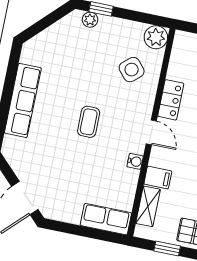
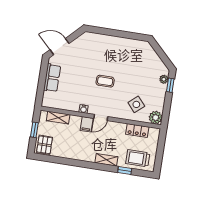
row of seats: (23, 100) -> (116, 43), removed
locker: (171, 100) -> (137, 131), moved
filing cabinet: (158, 178) -> (87, 124), moved
row of seats: (106, 219) -> (52, 78), moved

